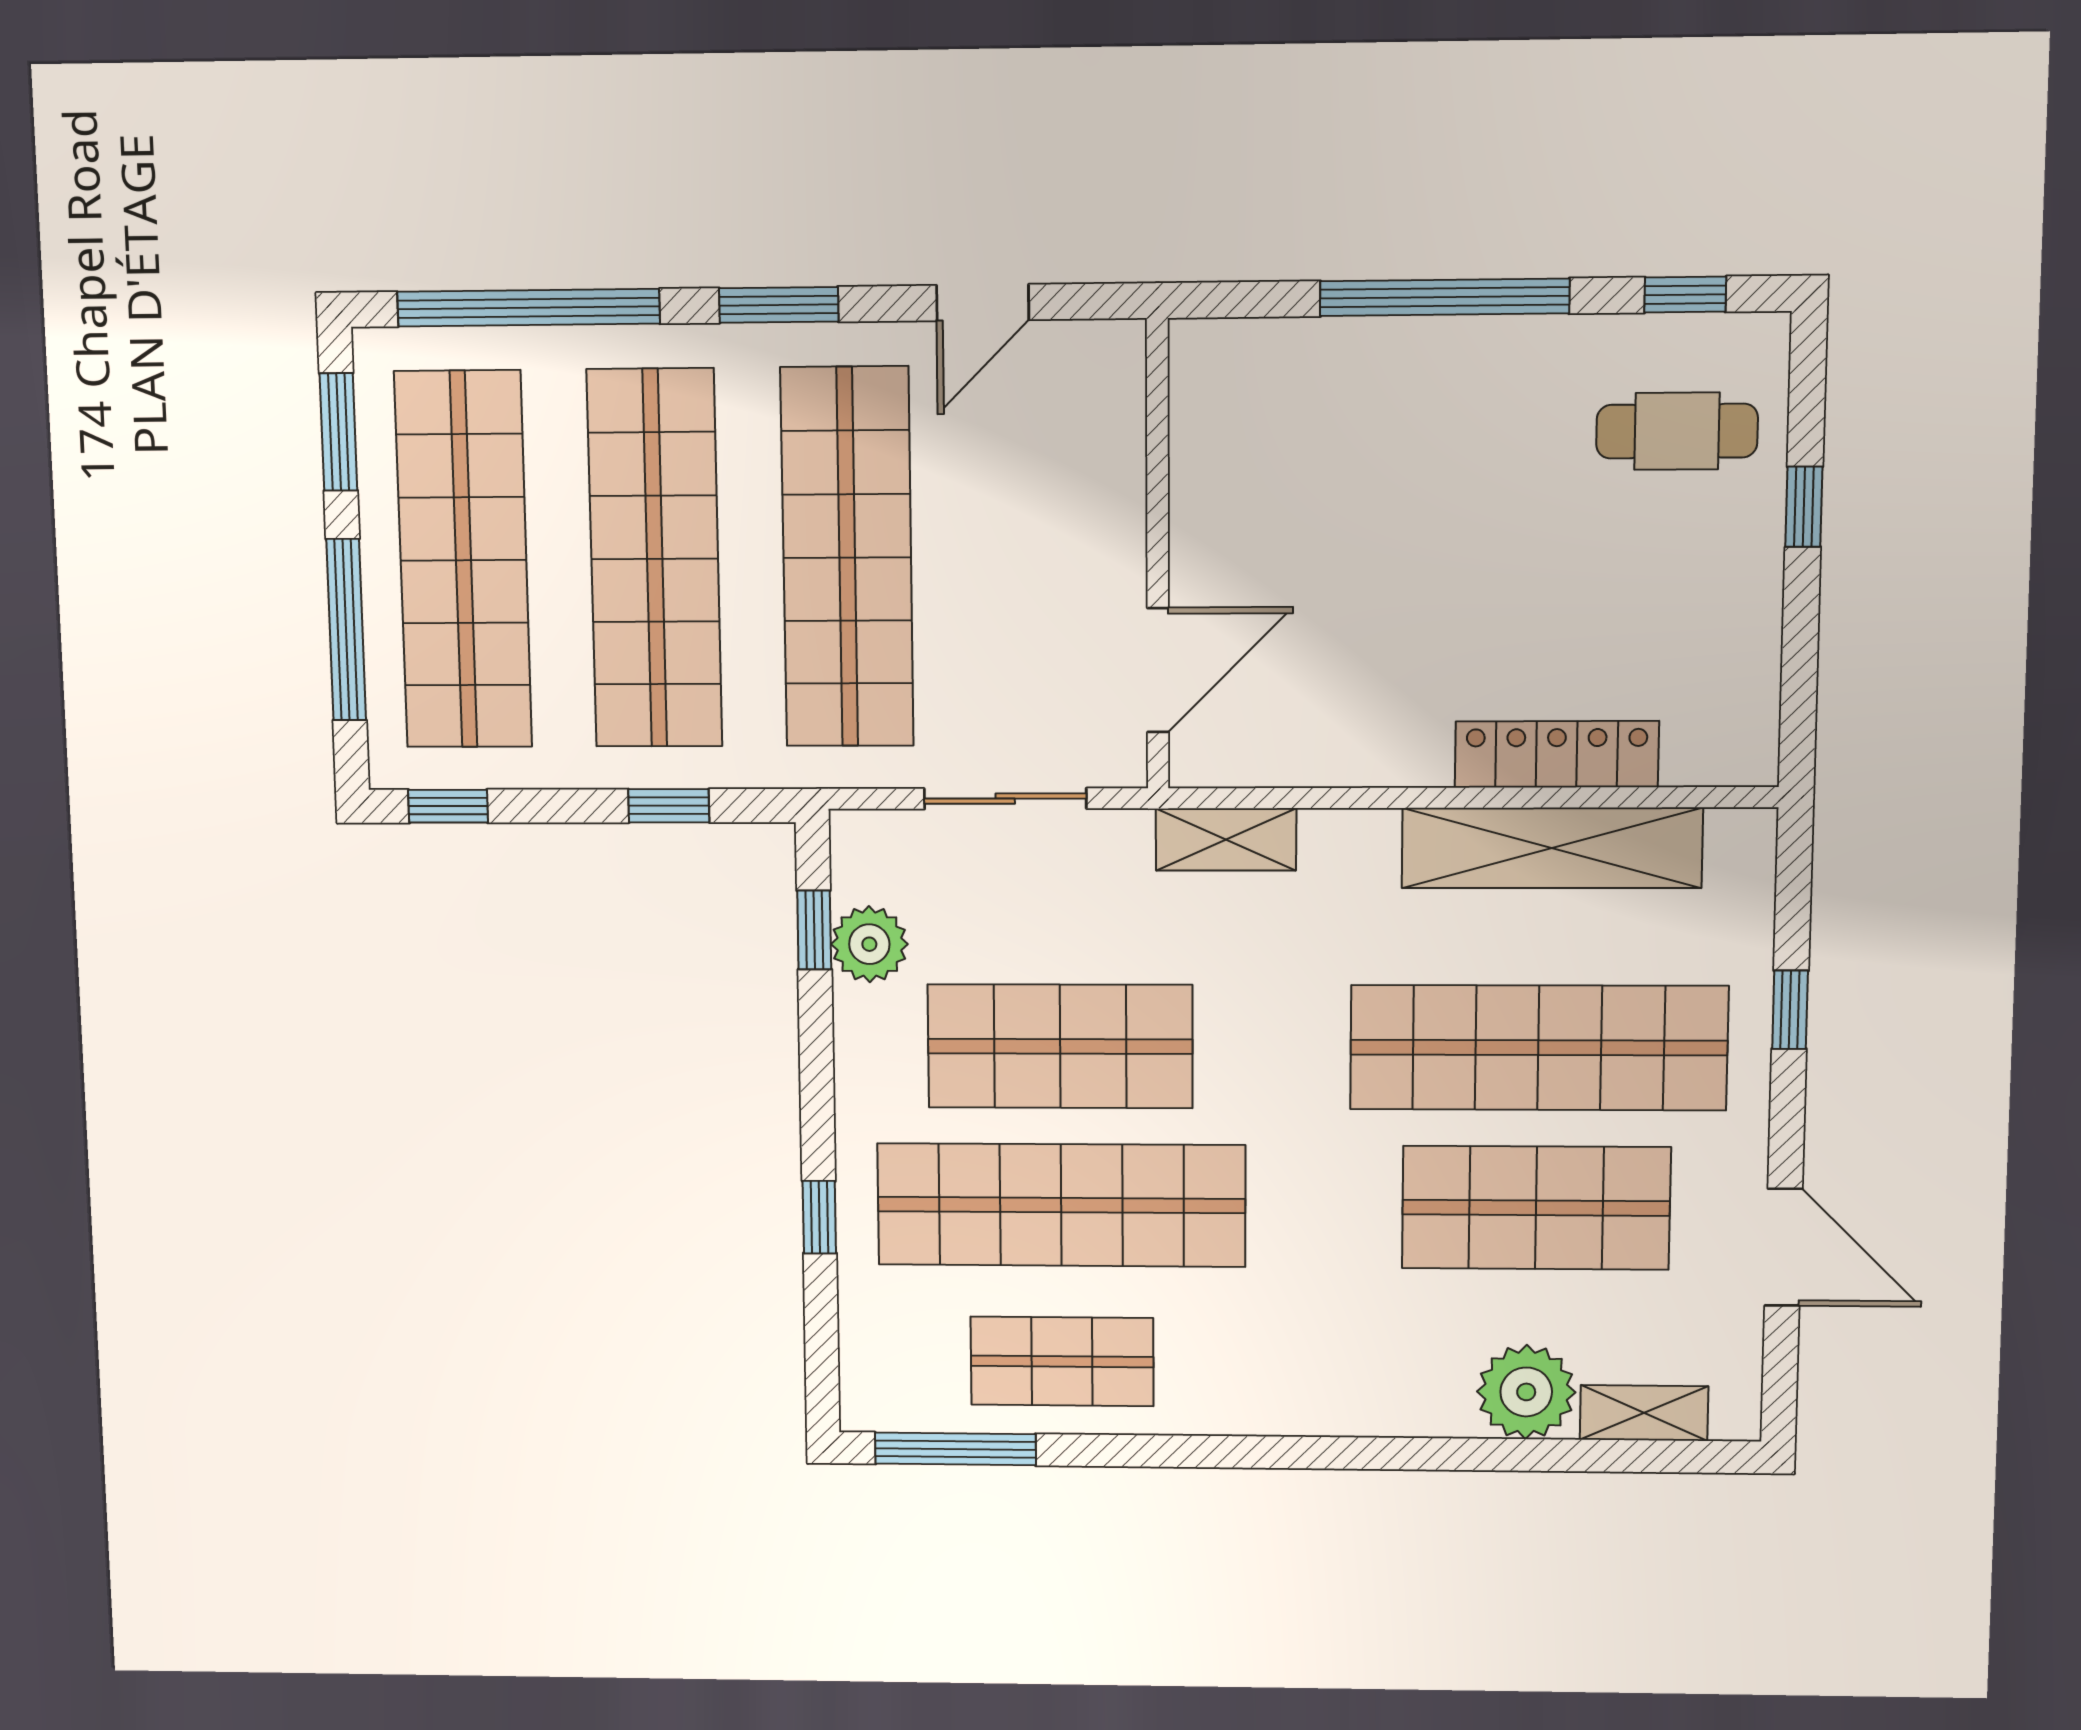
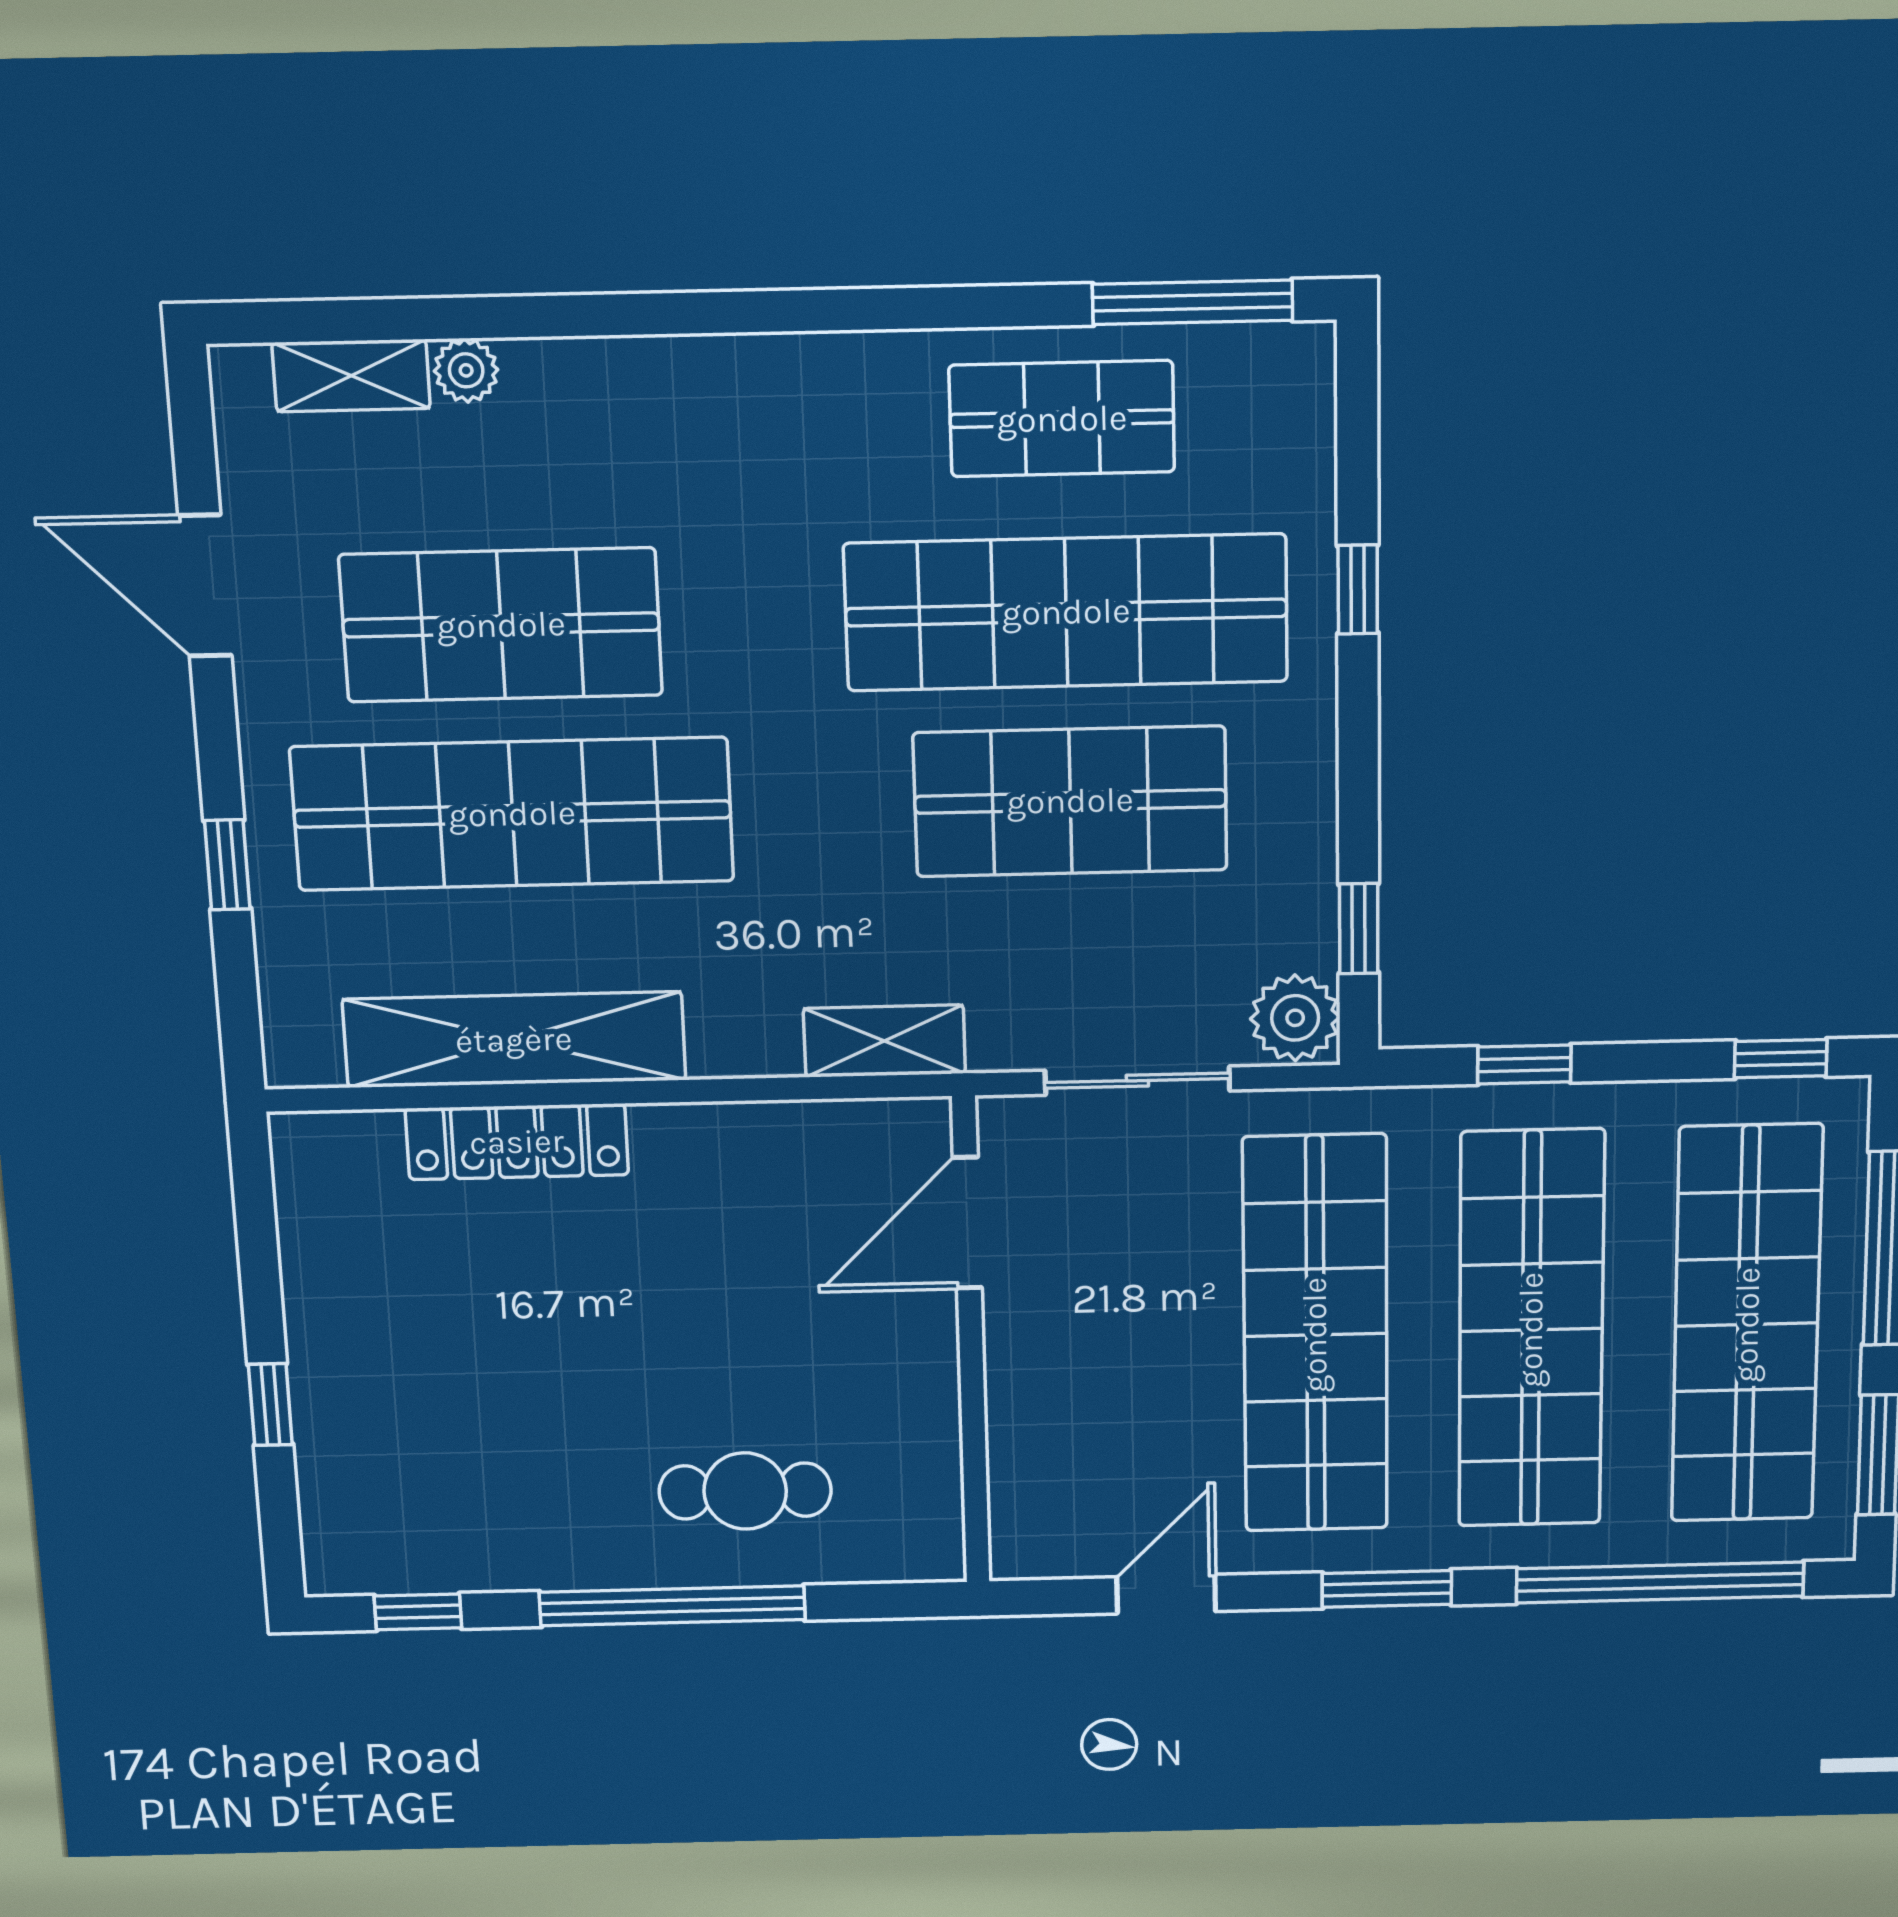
cafe table: (1677, 431) -> (745, 1491), moved
plant: (869, 944) -> (1295, 1018), moved
plant: (1526, 1392) -> (466, 370), width x0.53, depth x0.53

